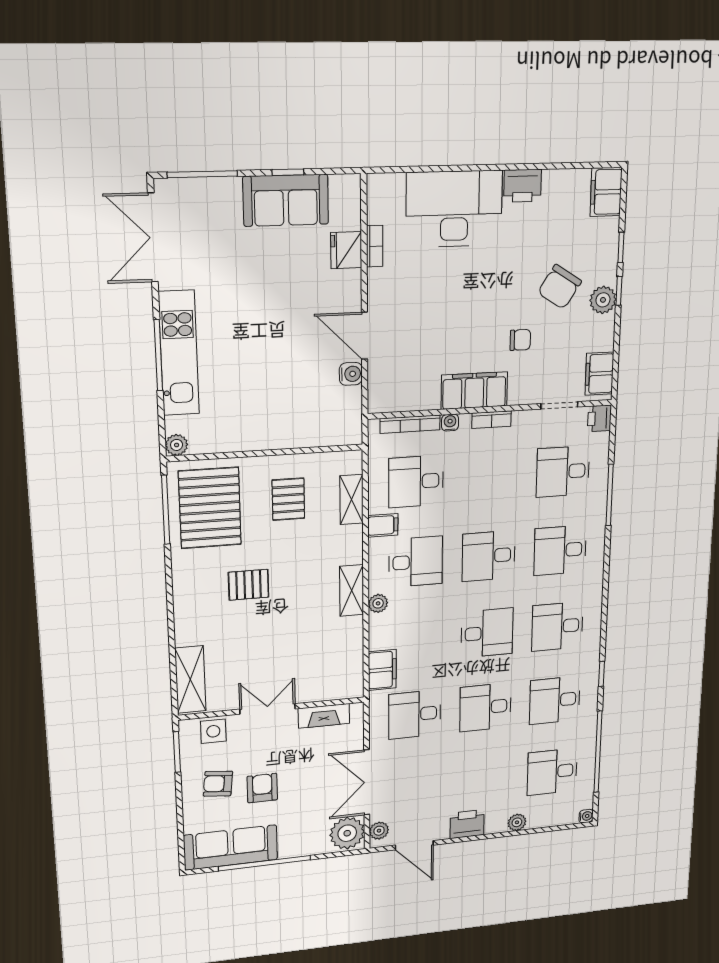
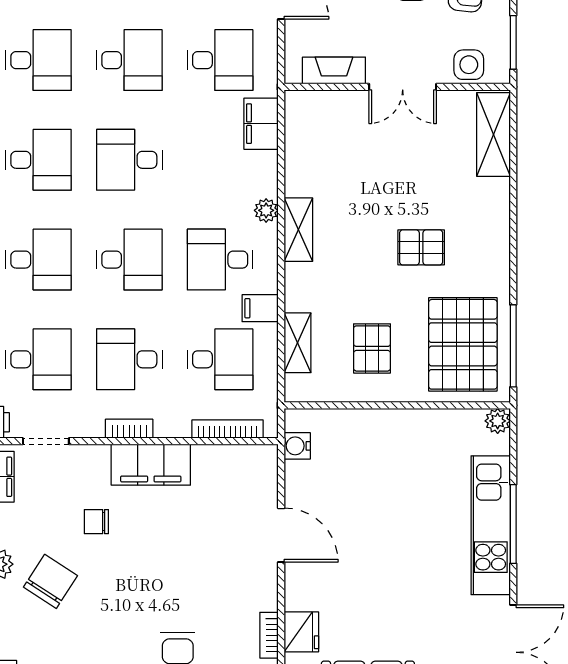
water cooler: (351, 374) -> (297, 446), moved
water cooler: (450, 423) -> (180, 428), removed
desk: (490, 476) -> (129, 359), added

